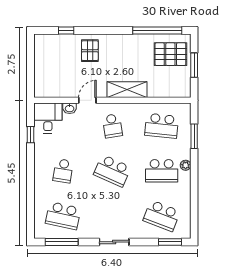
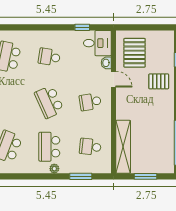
pallet: (170, 54) -> (135, 53), moved
shelving: (127, 90) -> (123, 147), moved, width x1.47
school desk: (162, 126) -> (90, 147), width x0.54
school desk: (112, 171) -> (49, 102), turned -48

